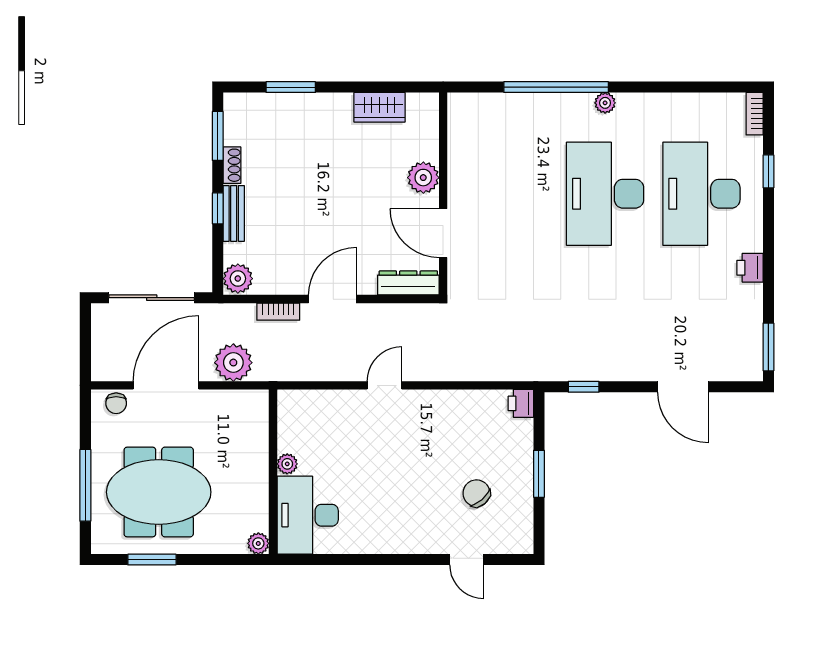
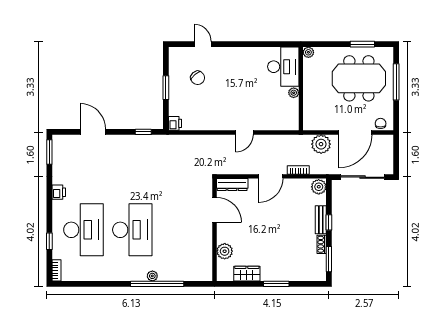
window: (291, 87) -> (276, 284), moved
plant: (605, 103) -> (152, 276), moved
plant: (423, 178) -> (225, 251), moved

